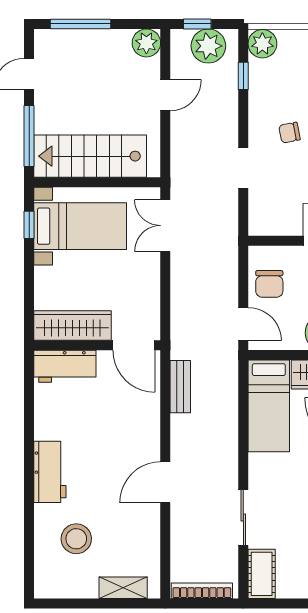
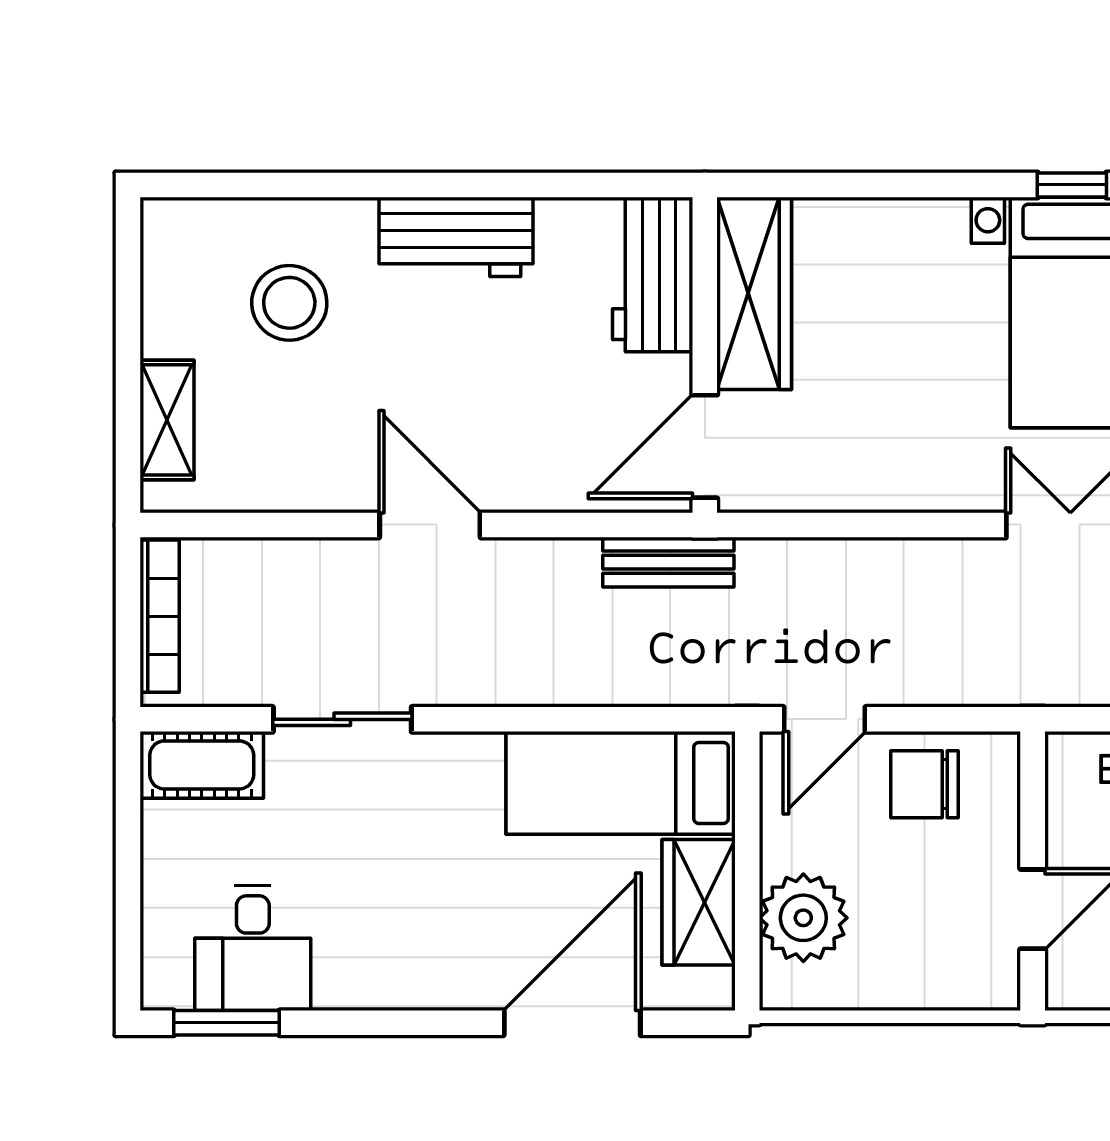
wardrobe: (72, 326) -> (754, 293), moved
wall: (97, 345) -> (705, 355), moved
door: (134, 345) -> (705, 446), moved
workbench: (65, 366) -> (653, 275), moved

